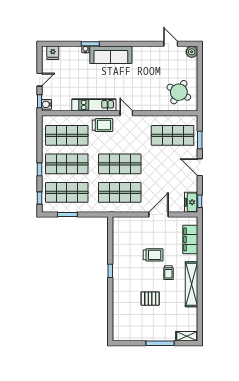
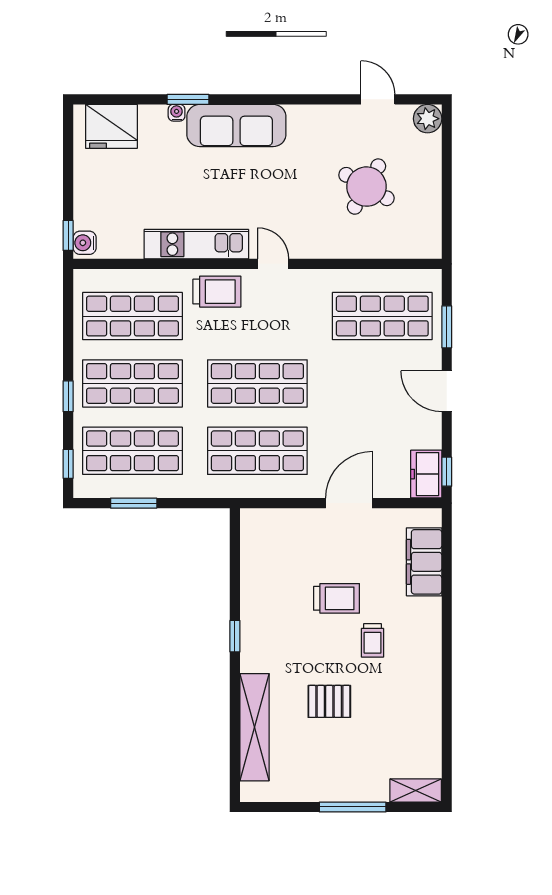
fridge: (53, 53) -> (111, 126), width x1.88, depth x1.34
door: (40, 80) -> (68, 184), removed
round table: (179, 92) -> (366, 187), moved
shelving: (192, 284) -> (255, 727), moved

